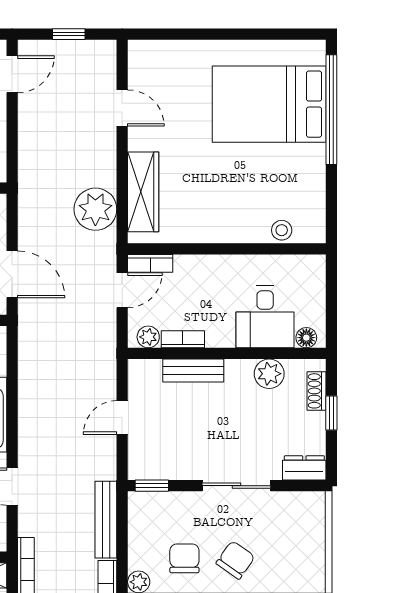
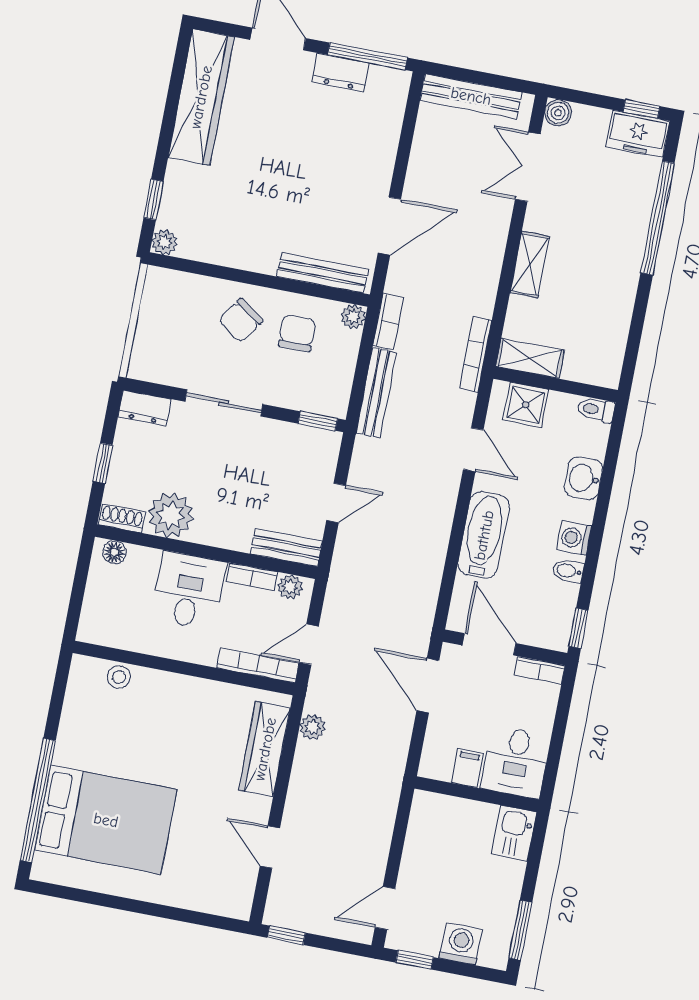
window: (69, 34) -> (286, 935), moved
plant: (95, 209) -> (312, 727), width x0.53, depth x0.53
bookcase: (150, 263) -> (258, 666), width x1.56
desk: (265, 317) -> (189, 591), moved
bench: (193, 370) -> (286, 547), moved
plant: (269, 374) -> (171, 515), width x1.36, depth x1.36
shoe rack: (317, 391) -> (122, 518), moved, turned -90
chair: (184, 558) -> (297, 333), turned 180

